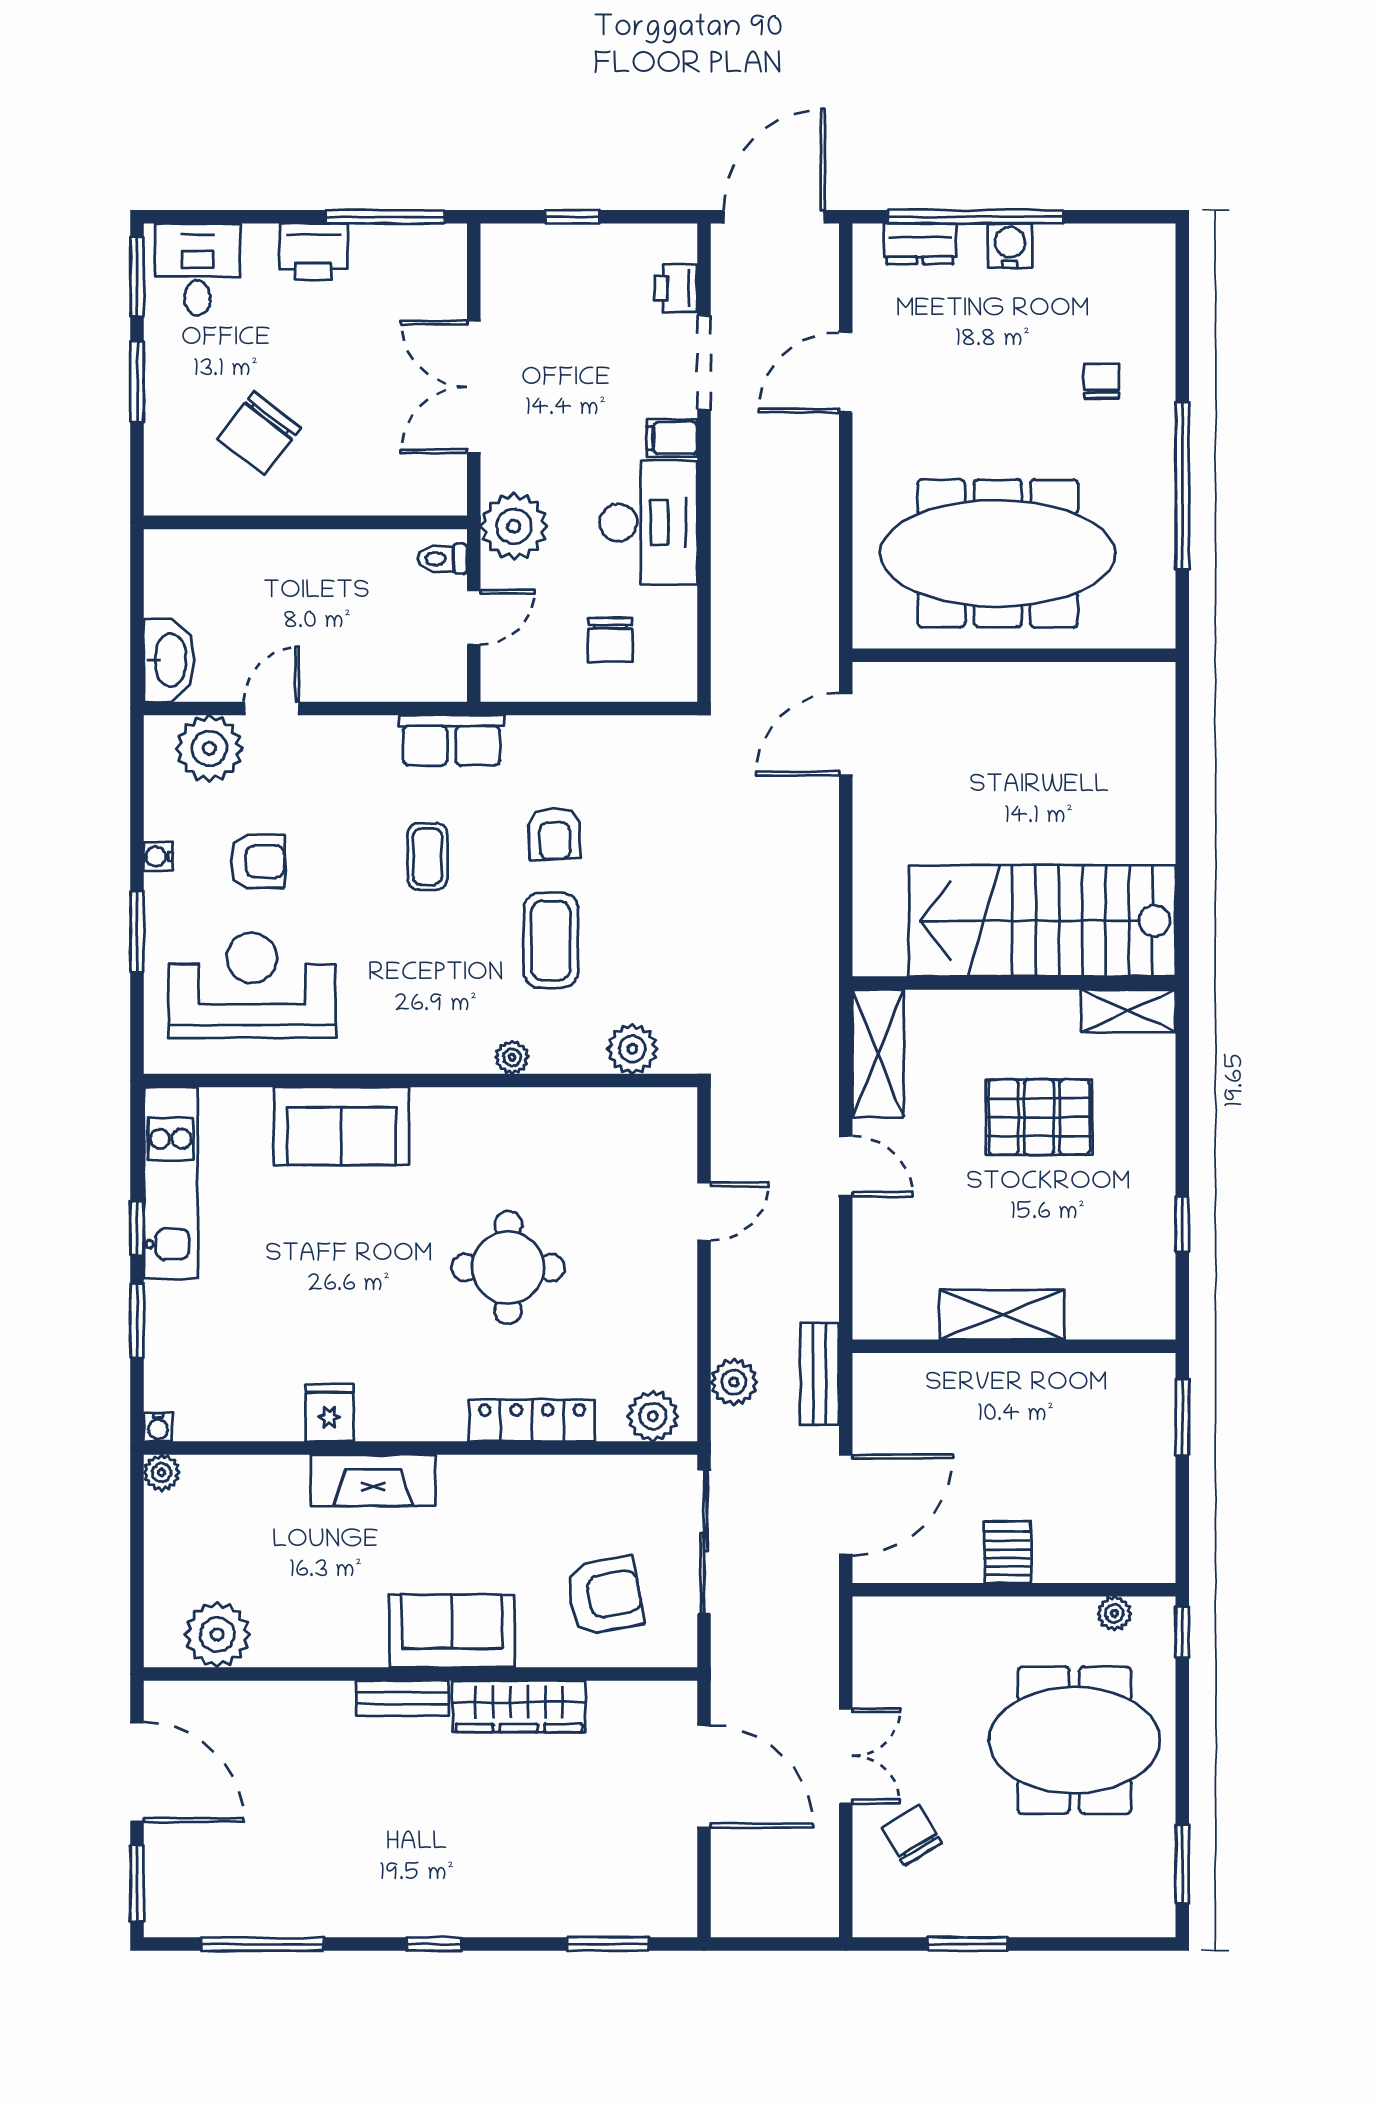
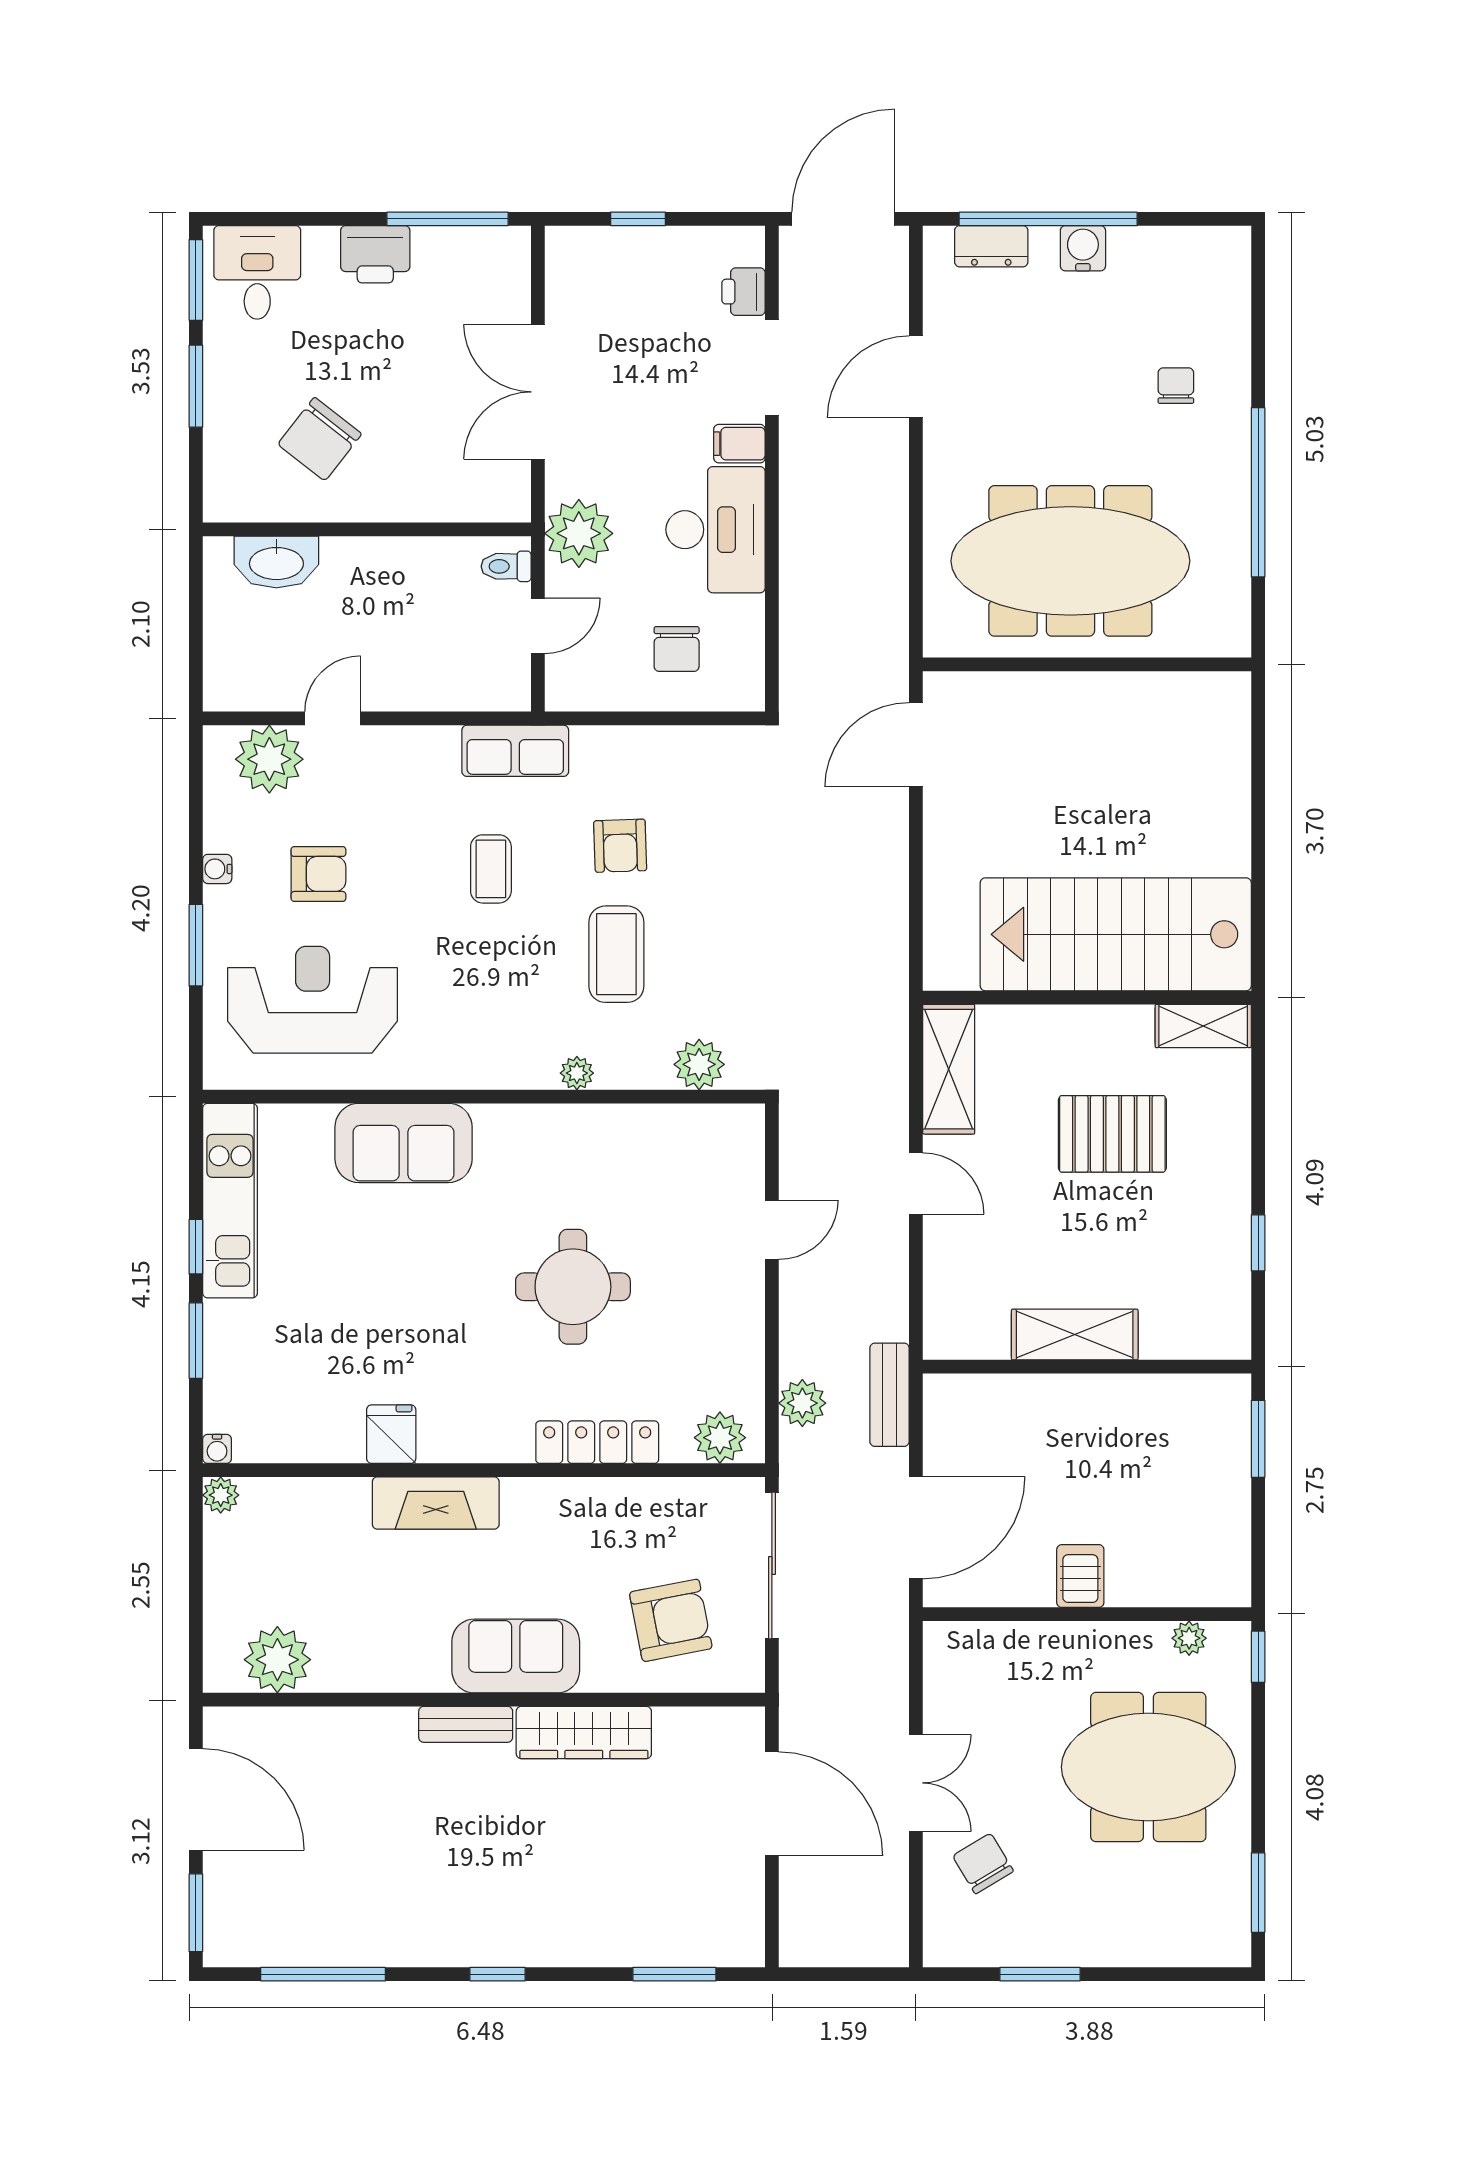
washbasin: (169, 660) -> (276, 562), moved, turned 90

